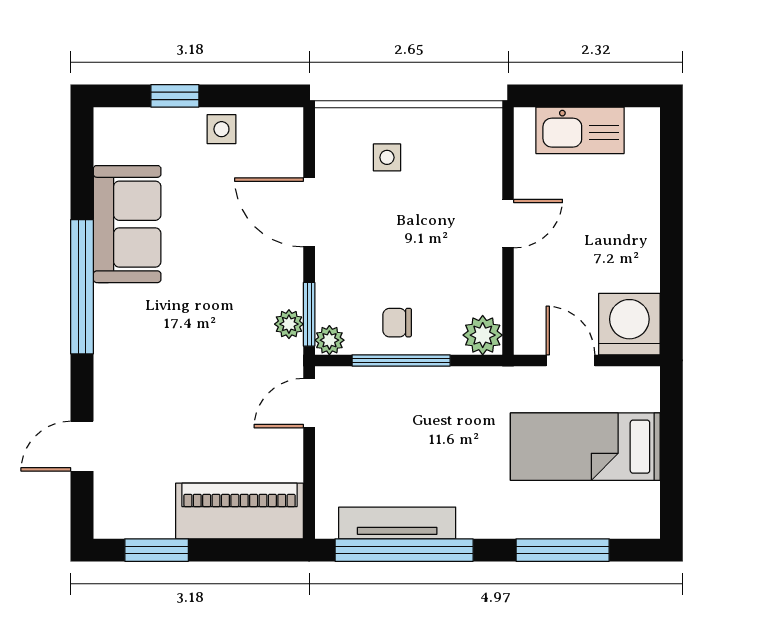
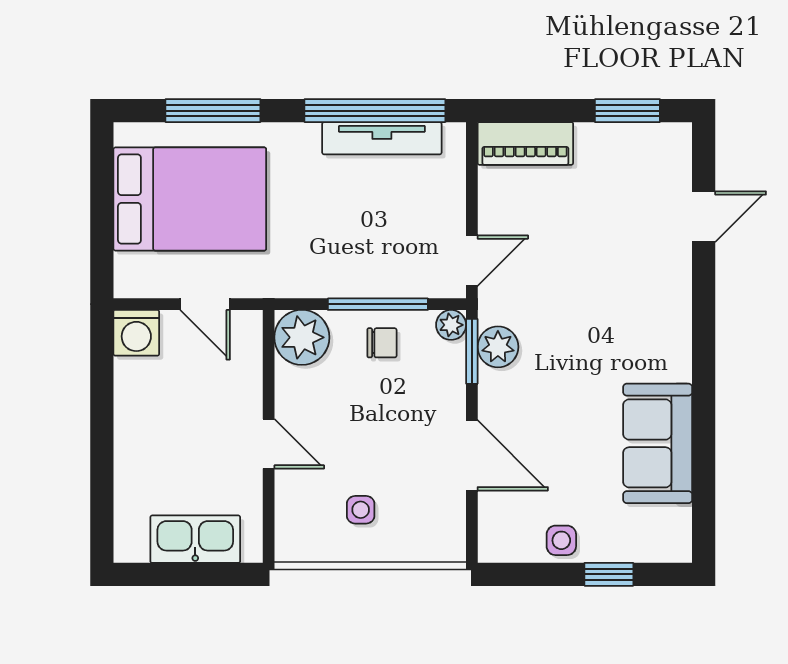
side table: (387, 157) -> (361, 510), moved
door: (508, 224) -> (269, 444), swing flipped
window: (82, 287) -> (704, 379), removed
plant: (289, 324) -> (498, 347), width x1.38, depth x1.38
washing machine: (629, 324) -> (136, 333), width x0.73, depth x0.73
plant: (483, 335) -> (302, 337), width x1.36, depth x1.36
bed: (585, 447) -> (190, 199), width x1.50
piano: (240, 511) -> (525, 143), width x0.73, depth x0.75

